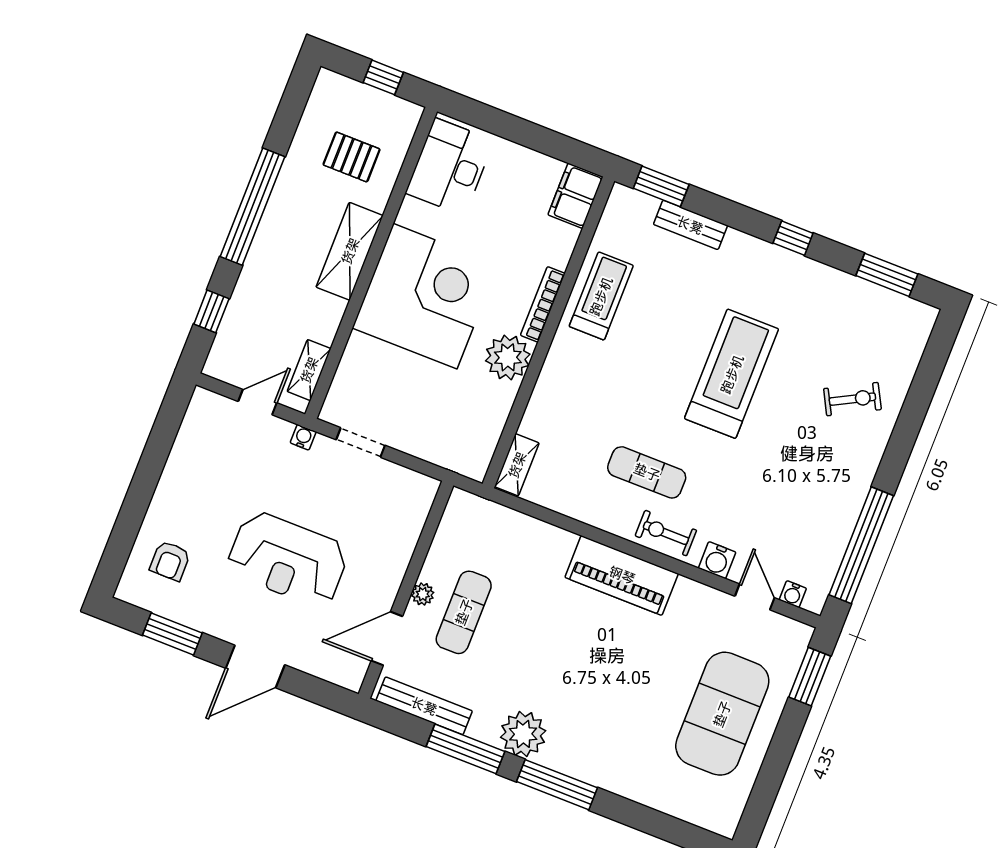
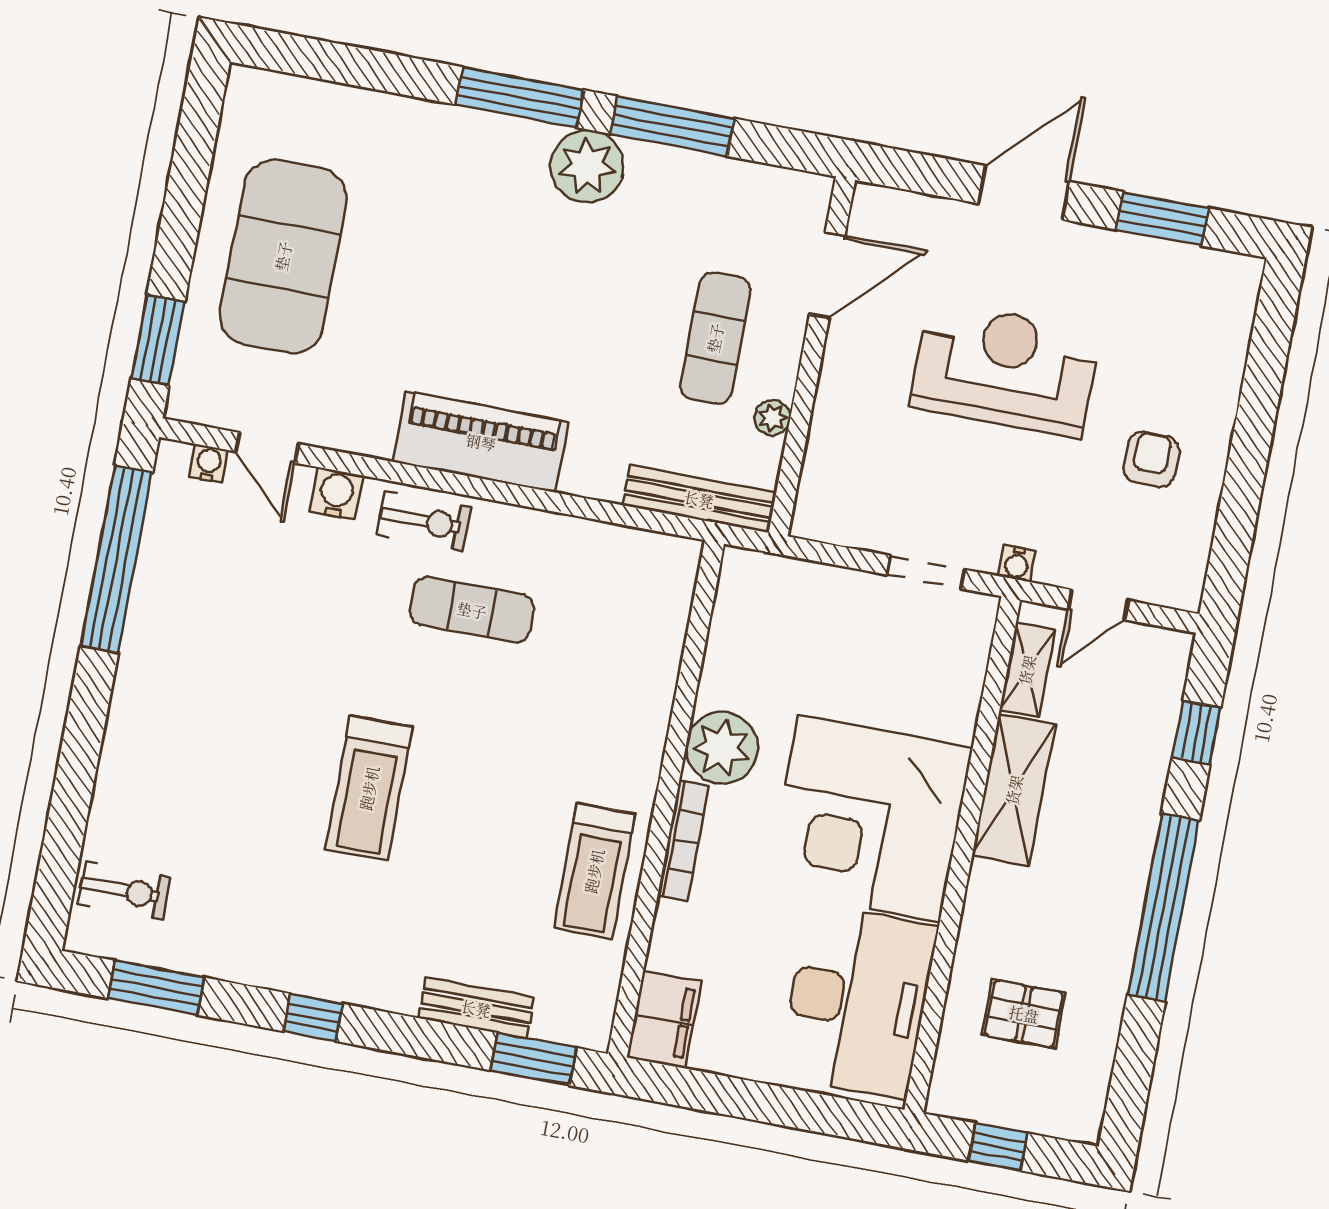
desk: (450, 167) -> (858, 1001), width x1.36, depth x1.30
shelving: (350, 251) -> (1014, 790), moved
treadmill: (732, 374) -> (369, 788), width x0.73, depth x0.73
exercise bike: (852, 399) -> (124, 891), moved, turned -152
shelving: (517, 465) -> (676, 583), removed
armchair: (170, 561) -> (1151, 459), moved
plant: (423, 594) -> (773, 418), moved
bench: (424, 706) -> (699, 499), moved

